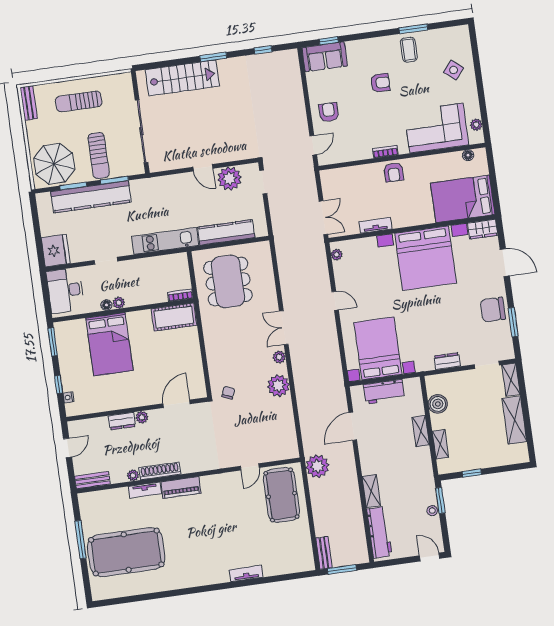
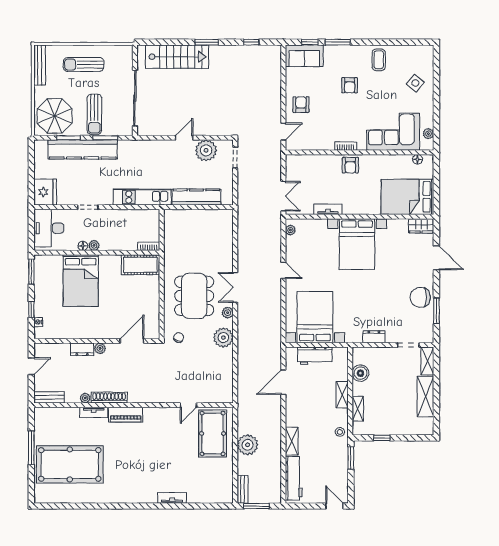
window: (413, 29) -> (338, 42), moved
armchair: (380, 83) -> (350, 85), turned 90
bench: (29, 103) -> (40, 65), width x1.36
door: (203, 168) -> (184, 138), swing flipped
bed with nightstands: (426, 258) -> (357, 244), width x0.73
dining table: (228, 281) -> (194, 296), moved
plant: (317, 466) -> (248, 445), moved
stool: (432, 511) -> (340, 432), moved

